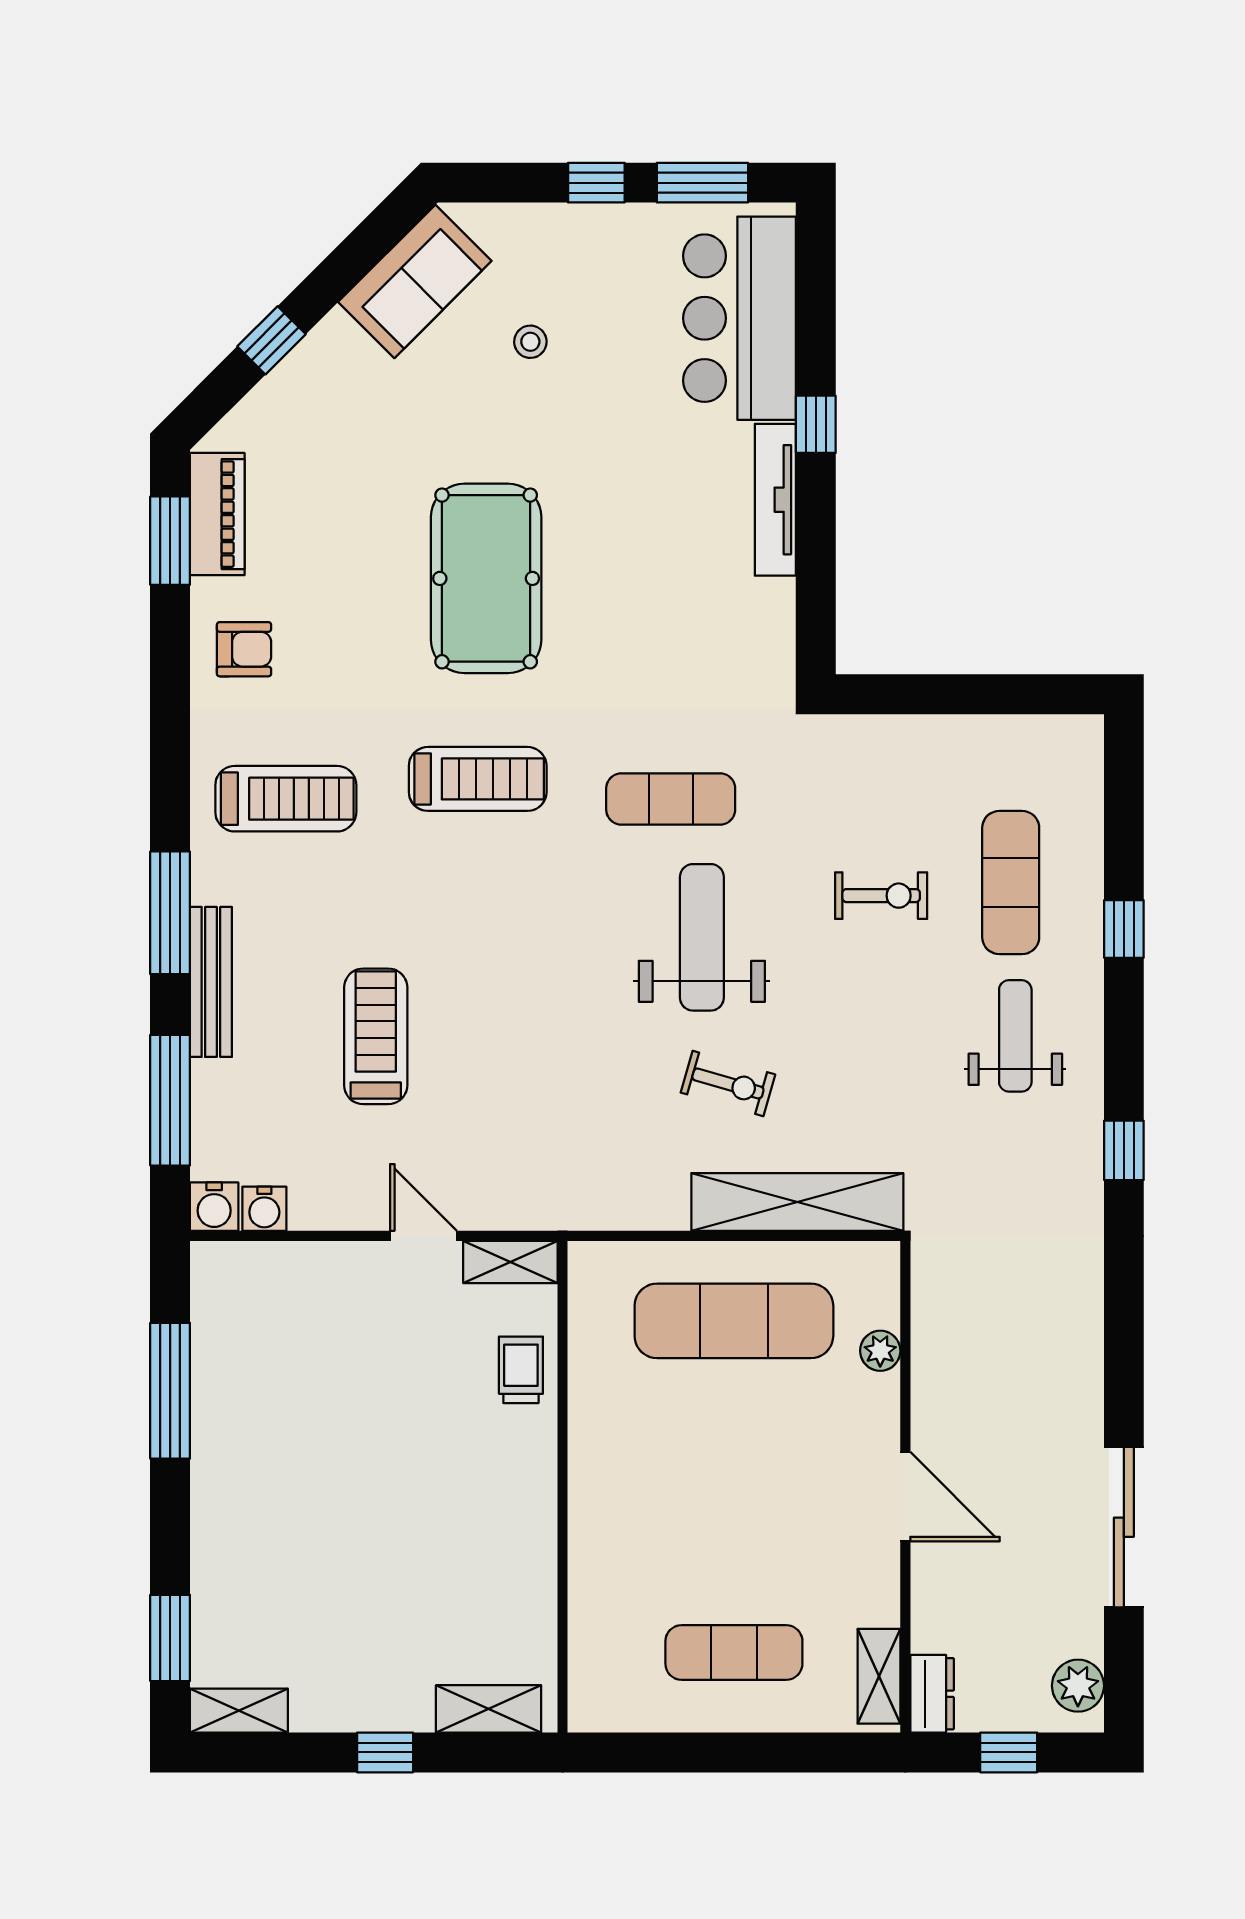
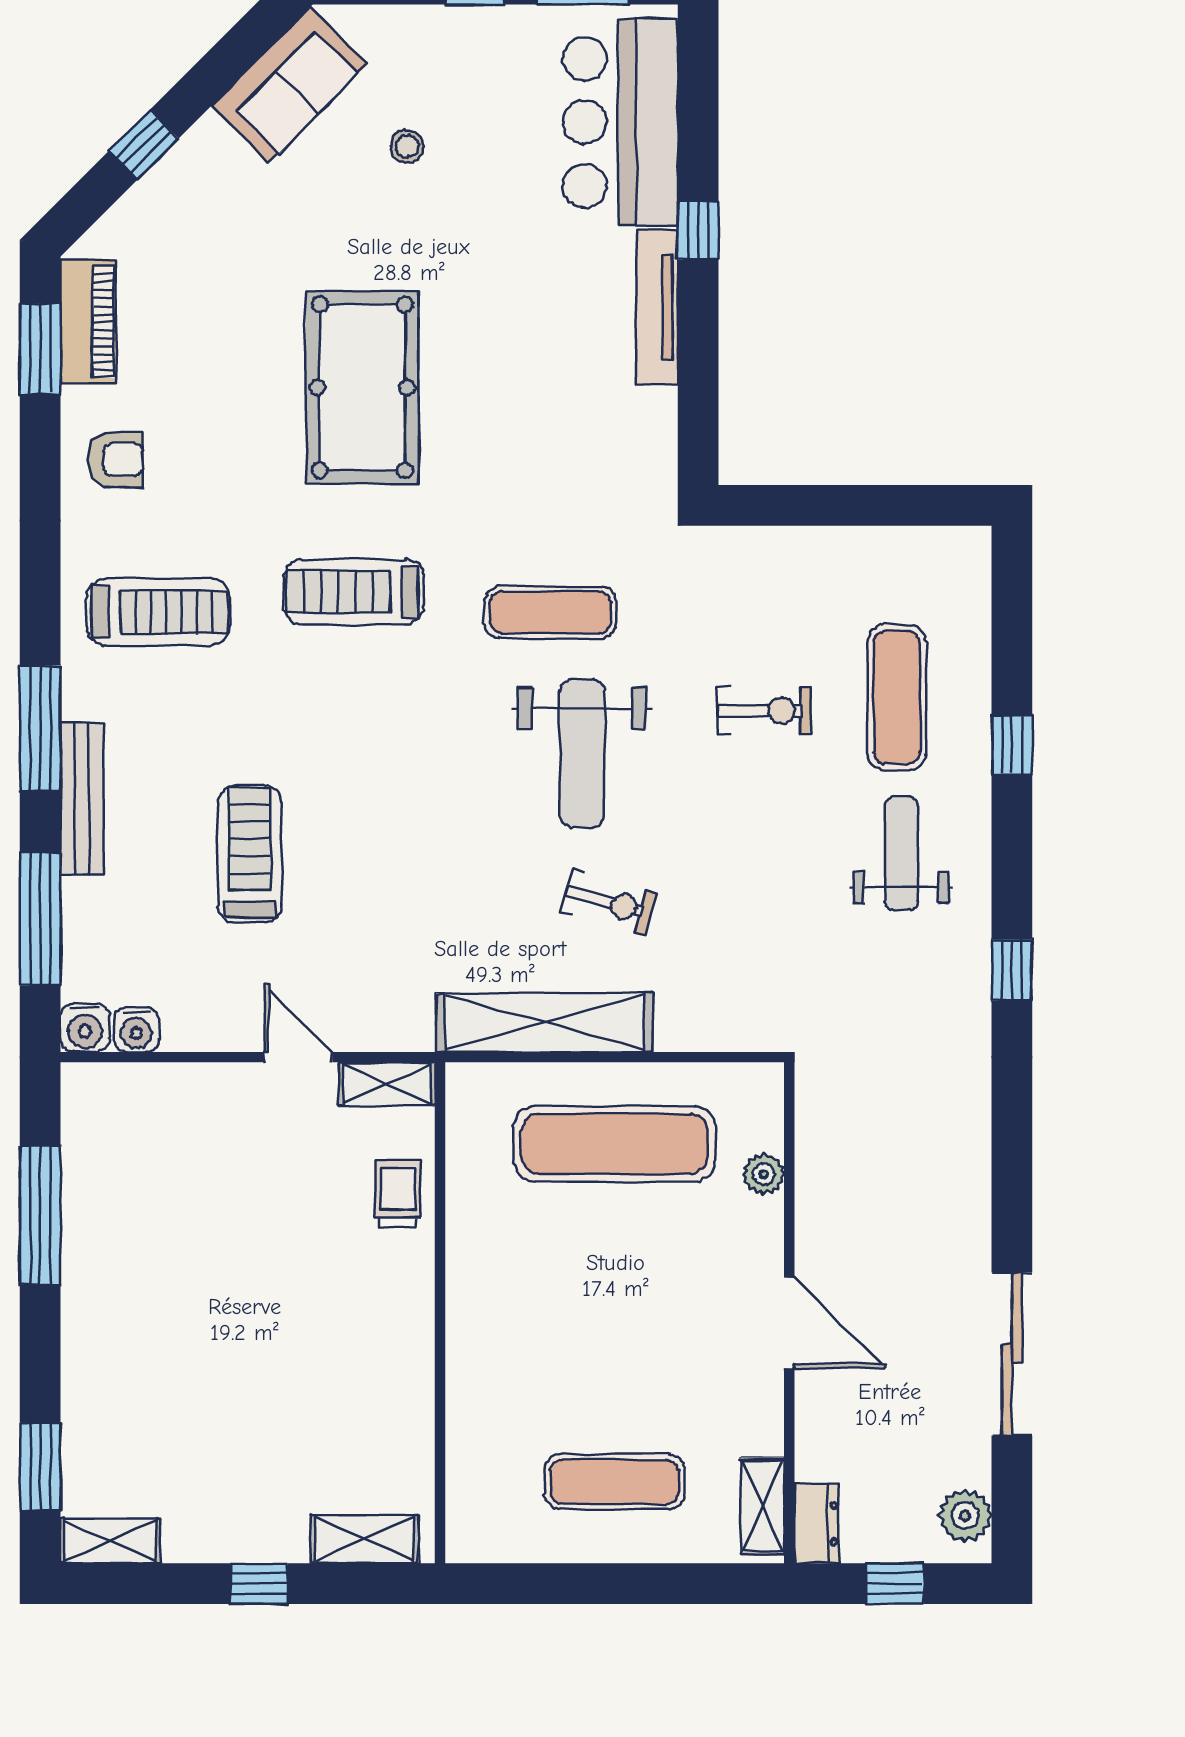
treadmill: (478, 779) -> (354, 592), turned 180
weight bench: (702, 937) -> (582, 753), turned 180
shelving: (797, 1202) -> (544, 1023), moved

